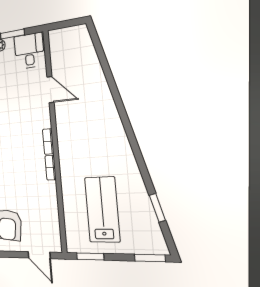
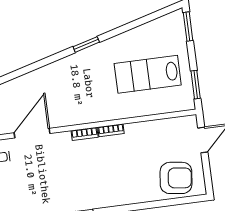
door: (50, 90) -> (32, 133), width x1.36
window: (157, 208) -> (86, 44), moved

